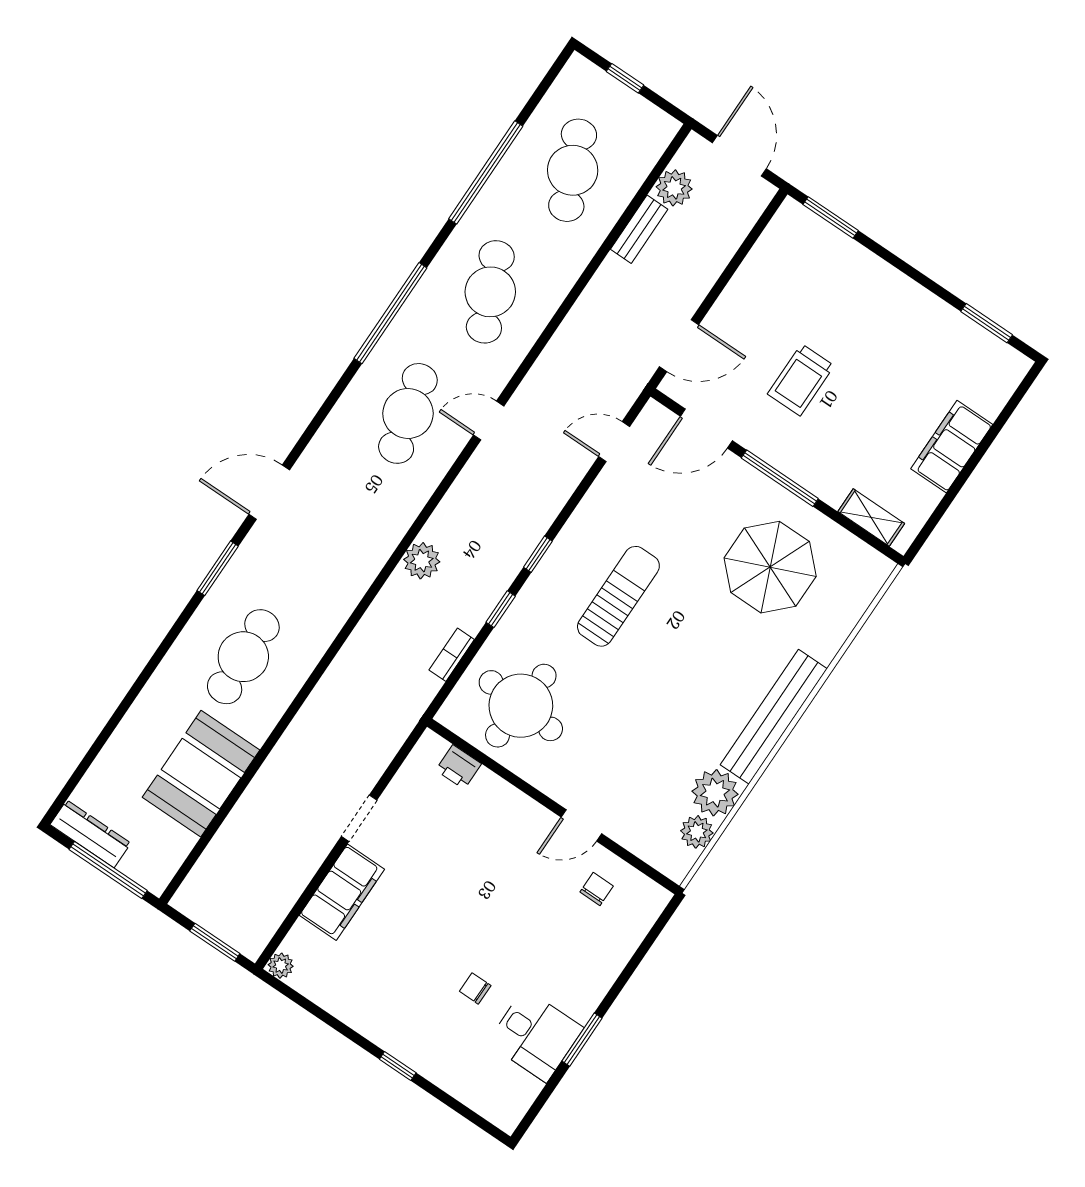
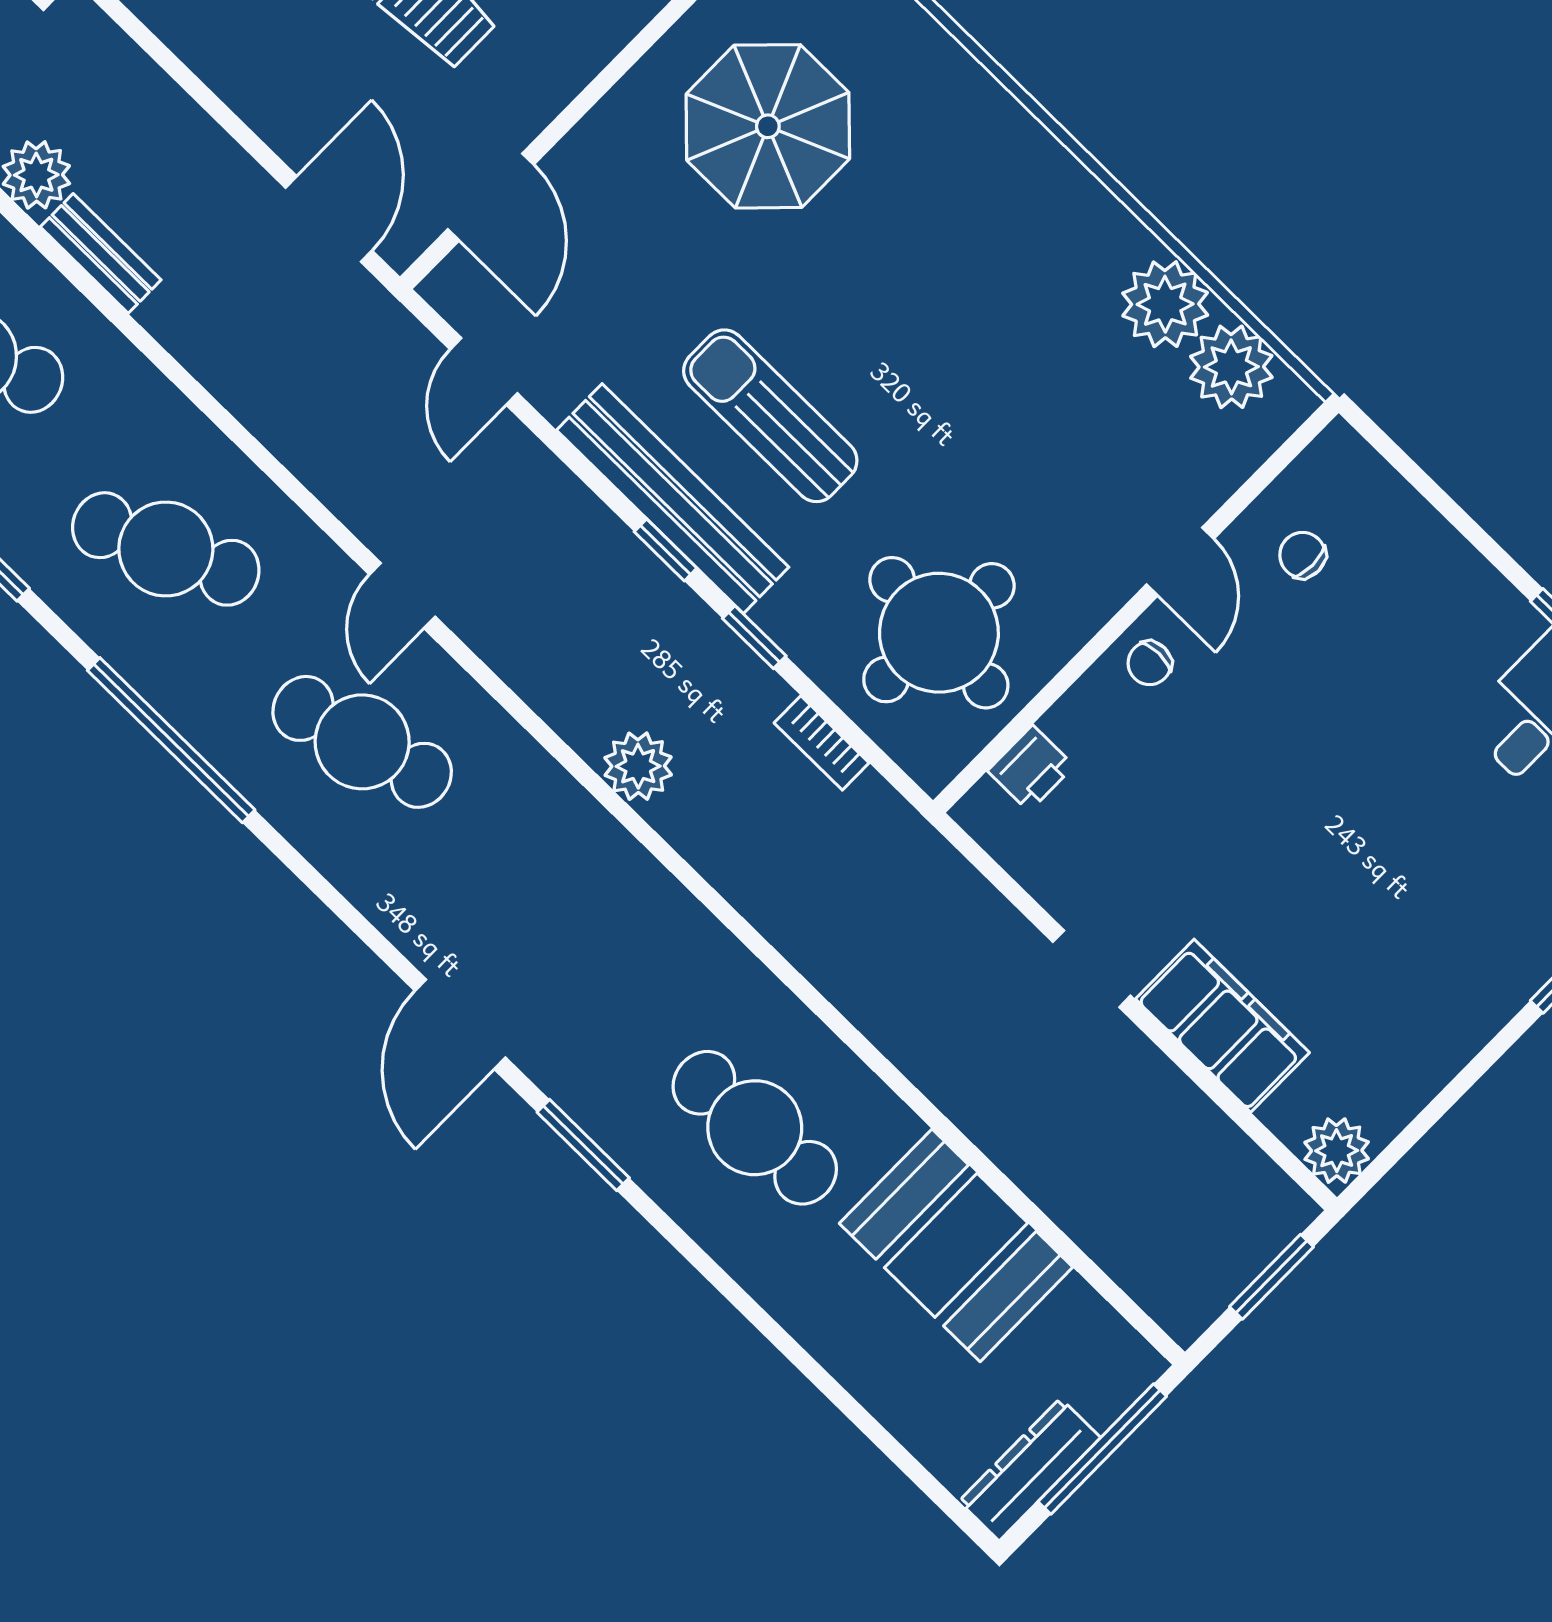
window: (780, 478) -> (607, 78), removed
bench: (774, 717) -> (673, 499), moved
plant: (697, 832) -> (1231, 367), width x1.36, depth x1.36
plant: (281, 966) -> (1337, 1151), width x1.38, depth x1.38
chair: (475, 988) -> (1150, 663), moved

